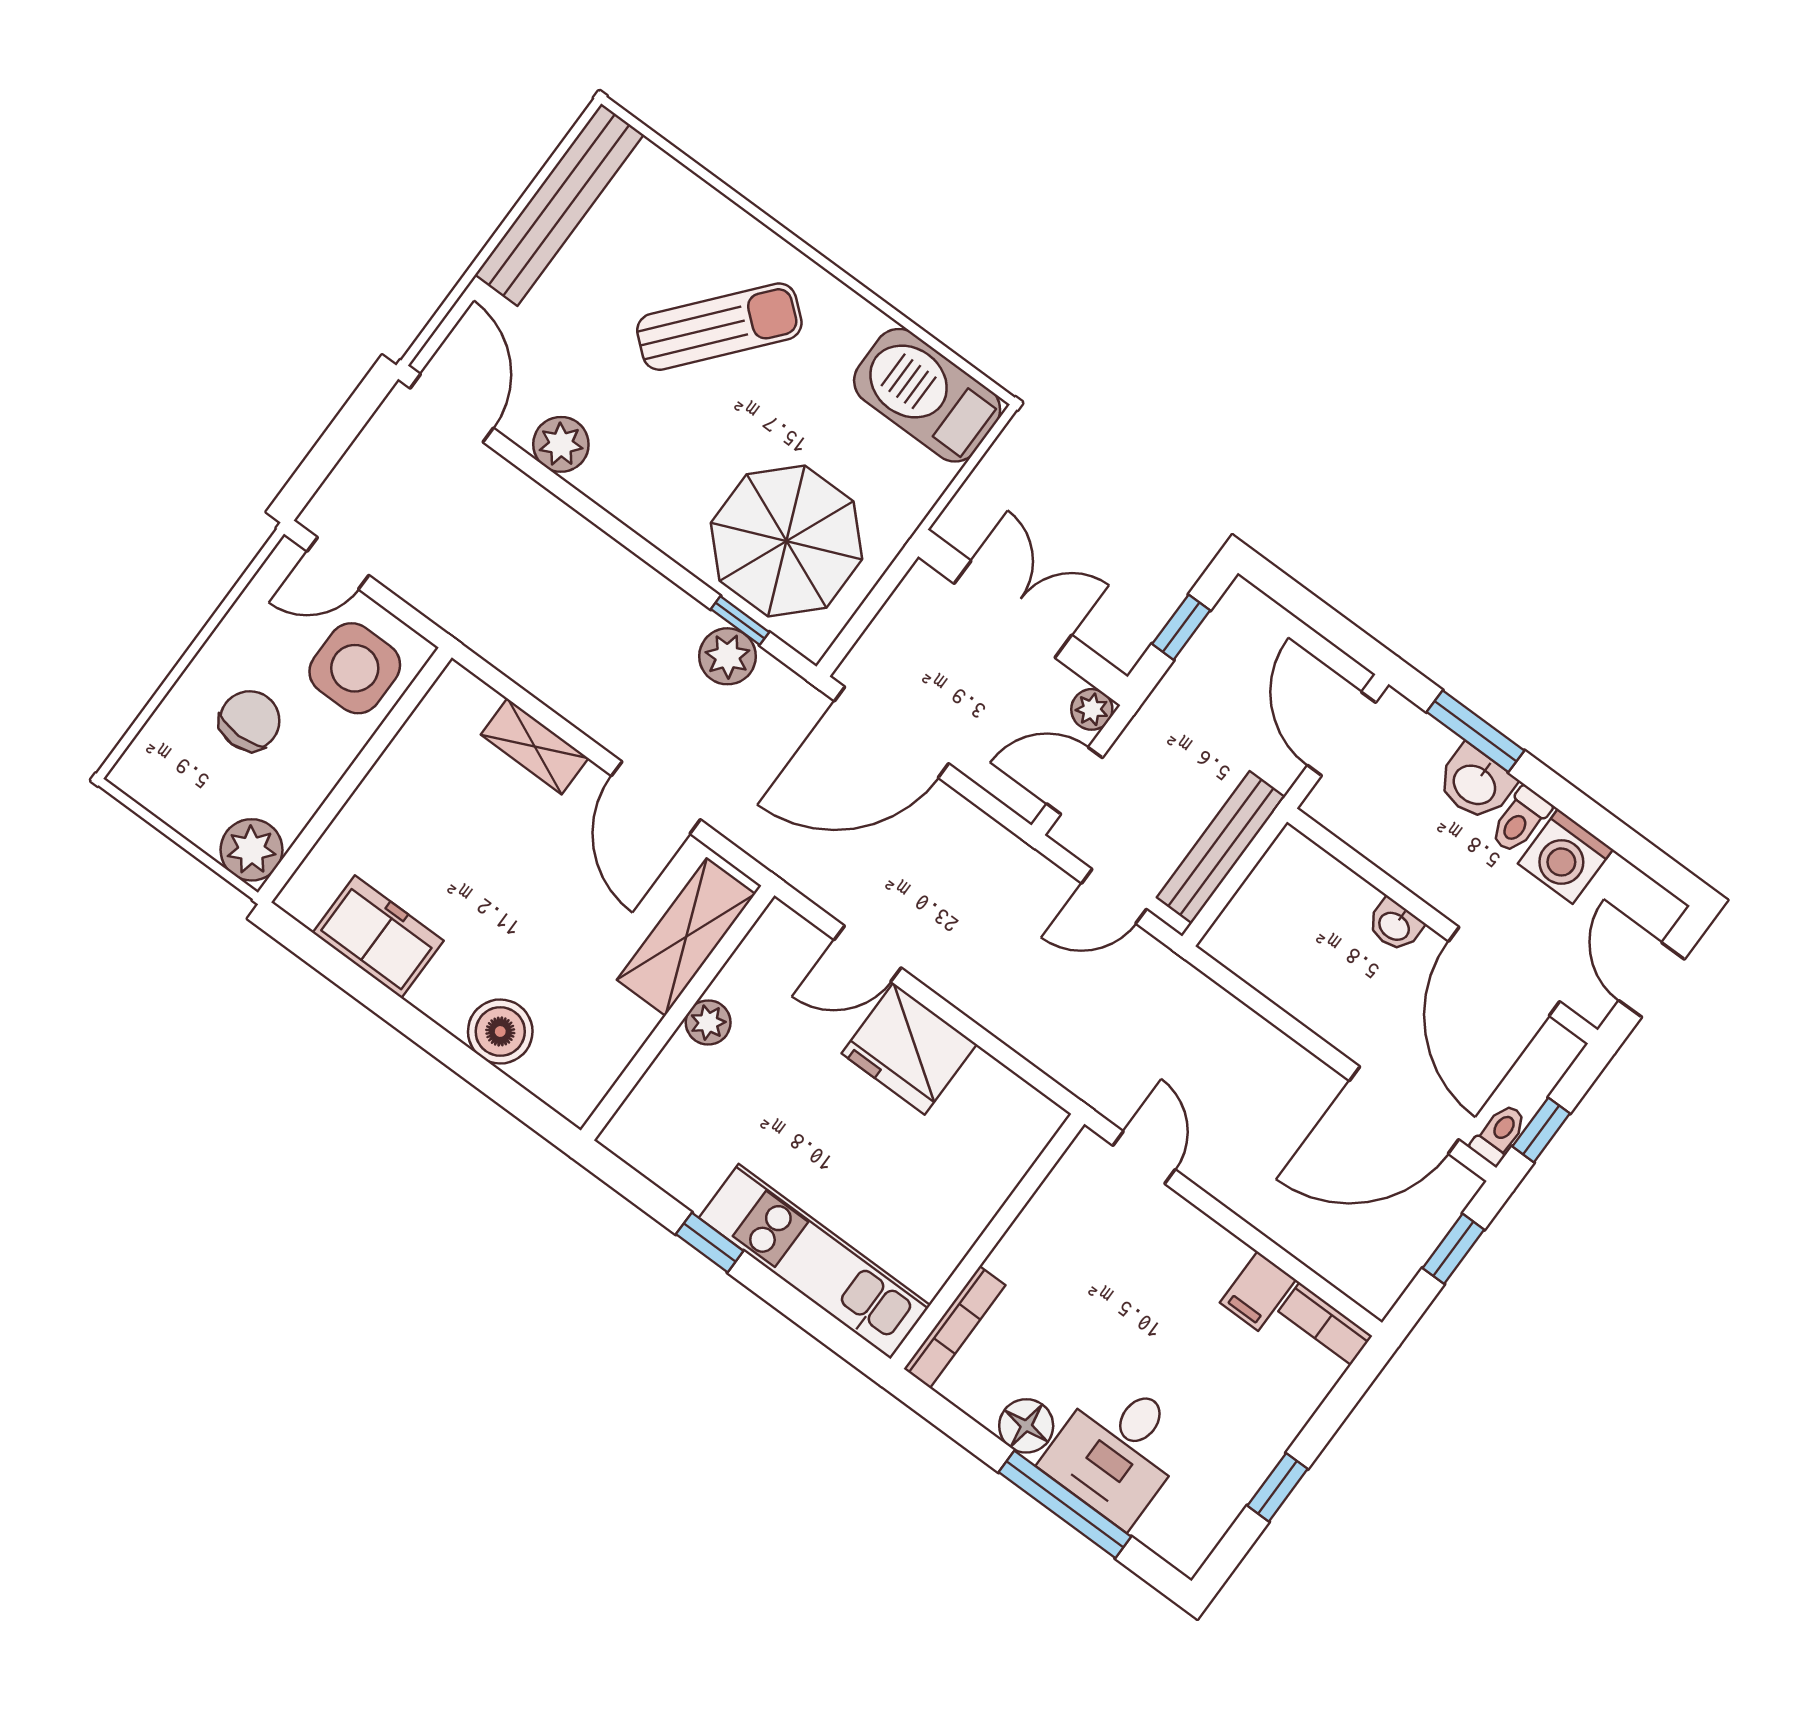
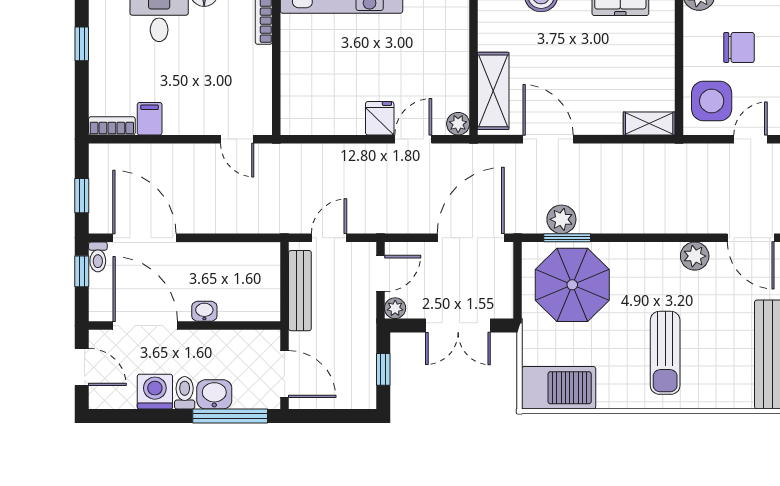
sun lounger: (719, 327) -> (665, 353), turned -40
window: (740, 621) -> (567, 238), width x1.50
chair: (250, 721) -> (739, 47), turned -90
window: (1476, 731) -> (230, 416), width x1.44
shelving: (535, 746) -> (649, 123), moved
plant: (708, 1022) -> (458, 124), moved
fridge: (909, 1049) -> (380, 118), width x0.53, depth x0.75
door: (1404, 1110) -> (144, 238), hinge flipped

